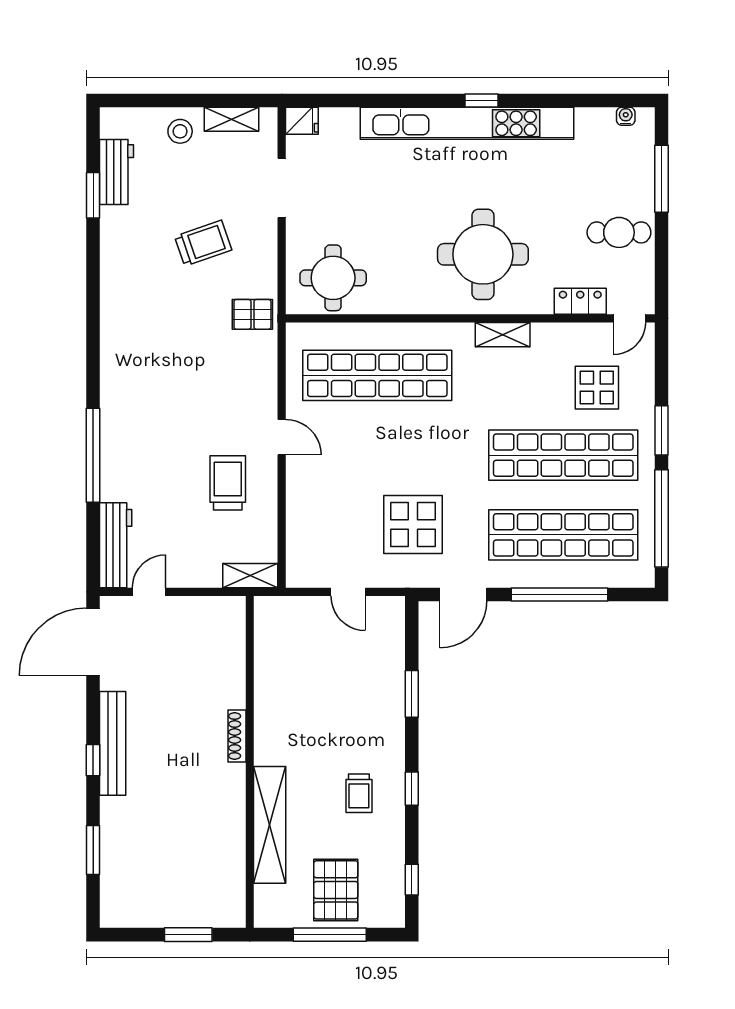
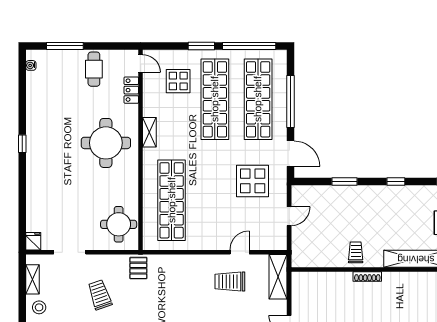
kitchen unit: (467, 123) -> (35, 152), removed
door: (282, 437) -> (240, 252), moved
shelving: (250, 576) -> (278, 277), width x1.50, depth x1.33
trolley: (359, 793) -> (356, 252), moved, turned -90

